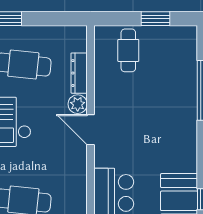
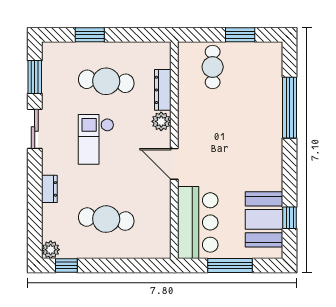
door: (90, 130) -> (174, 164), moved

